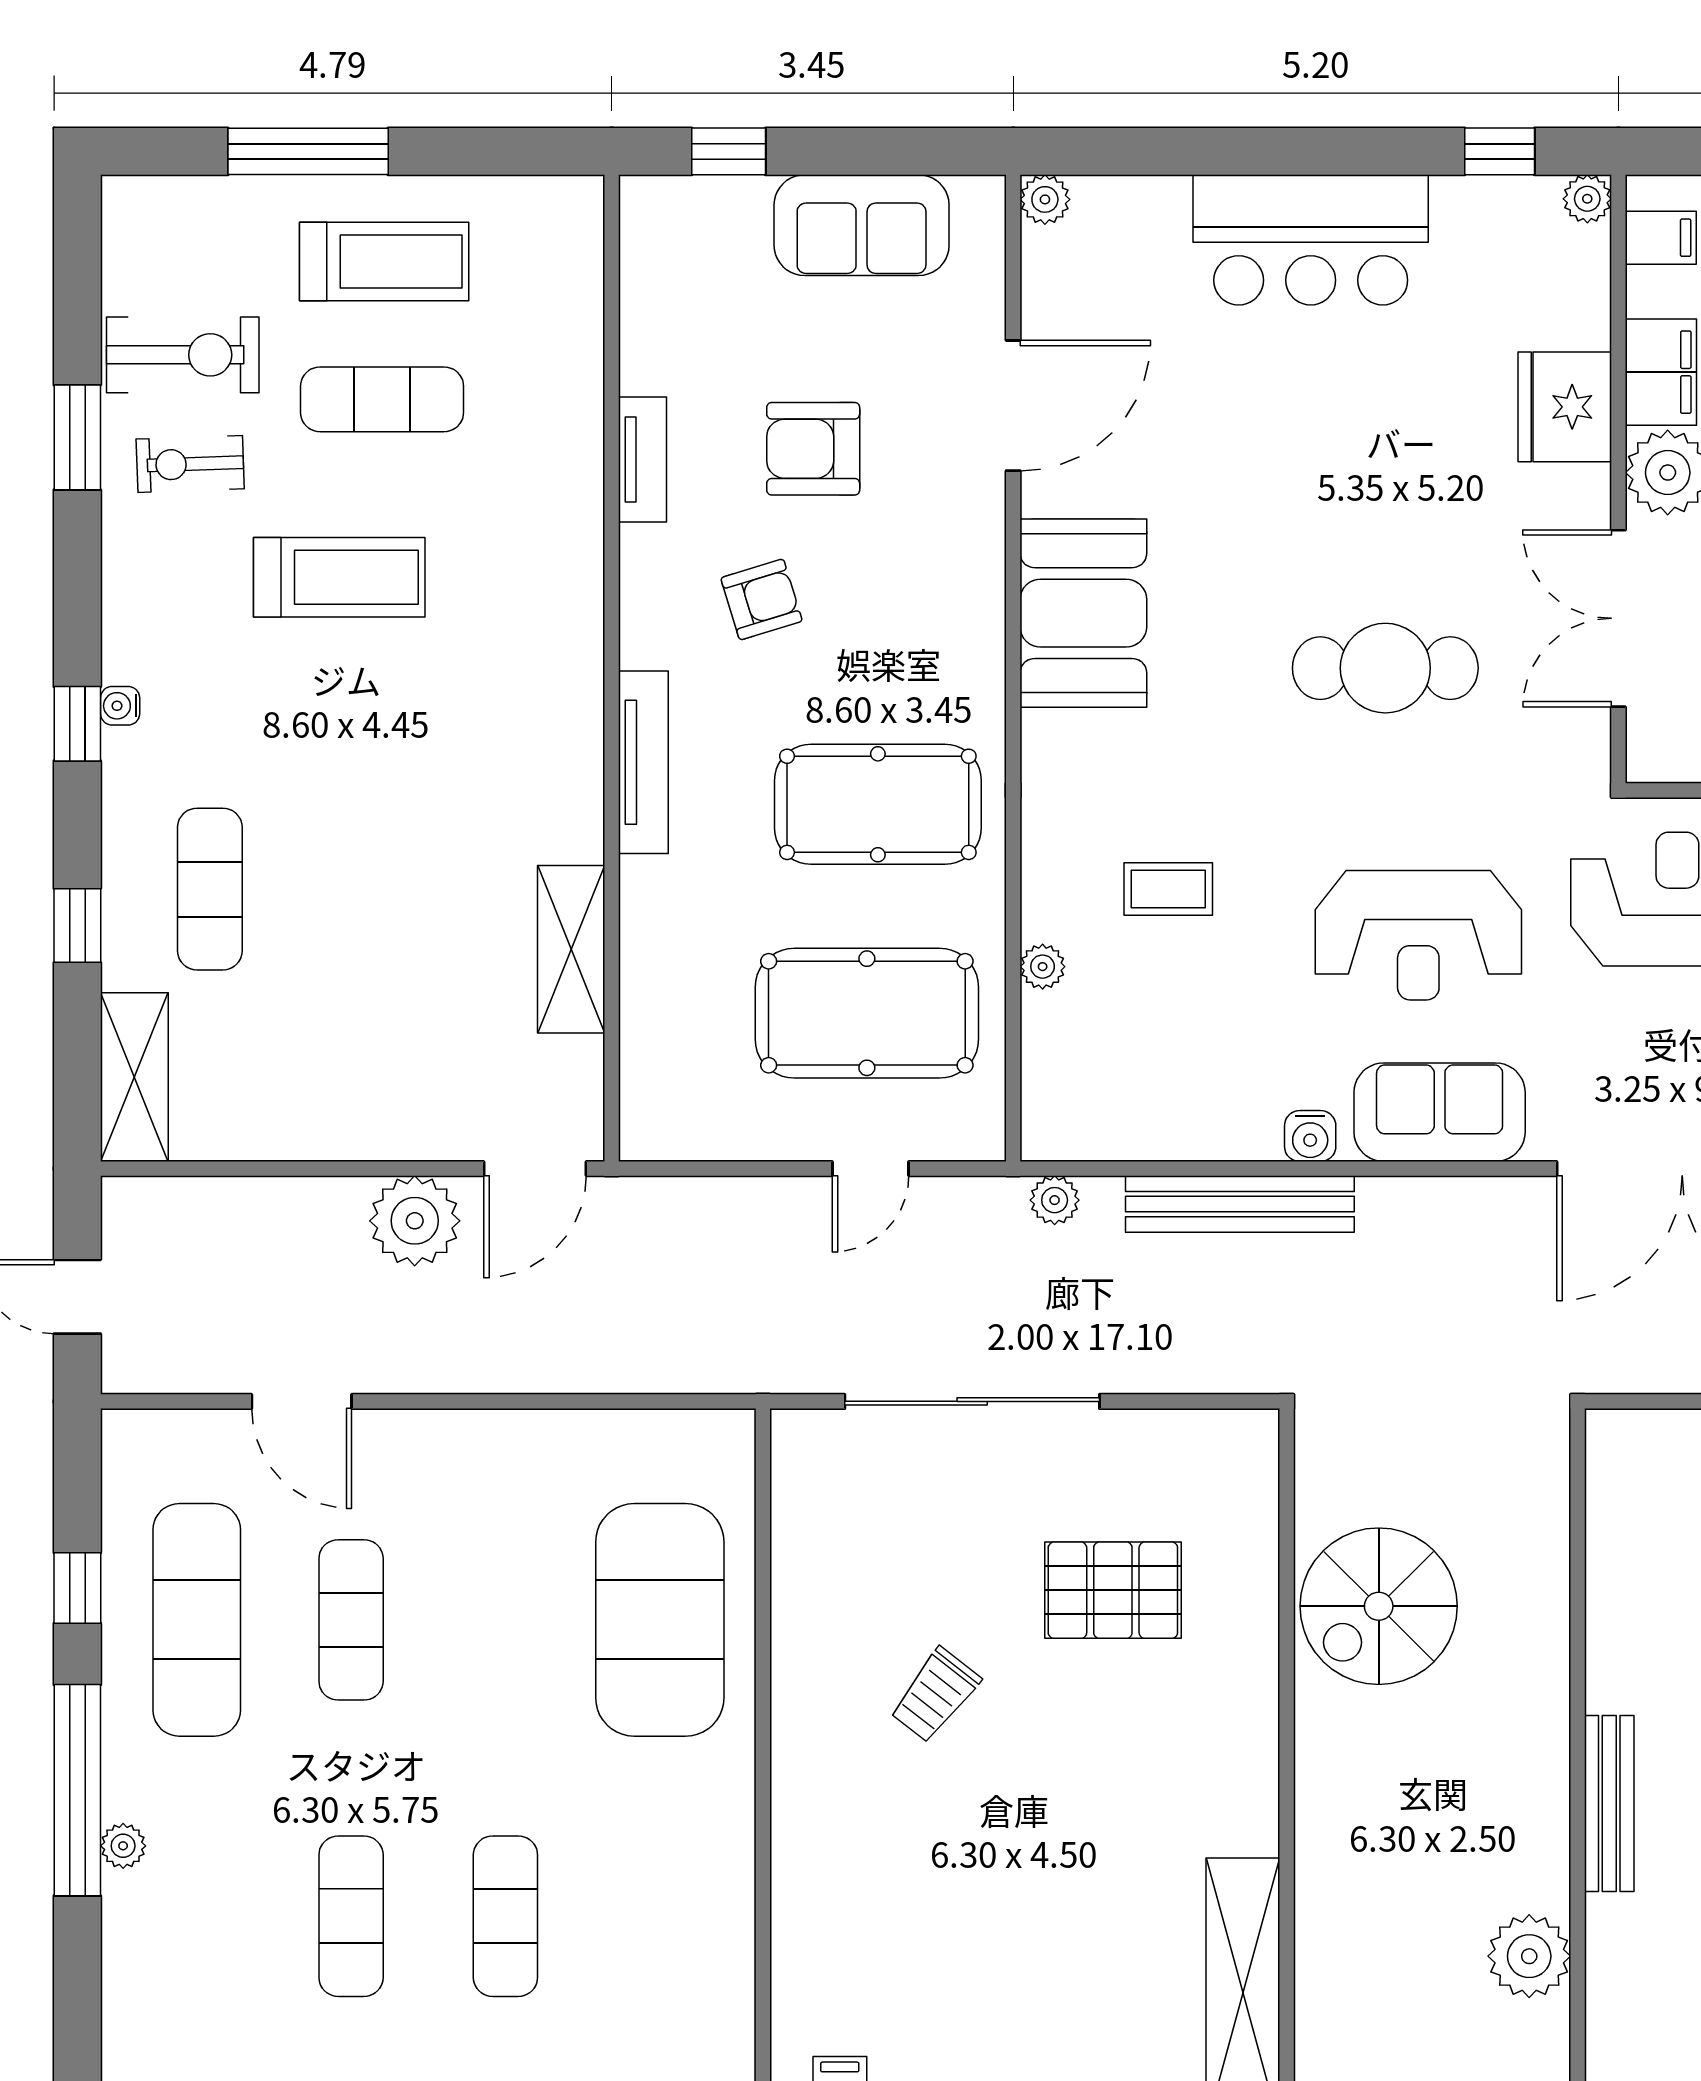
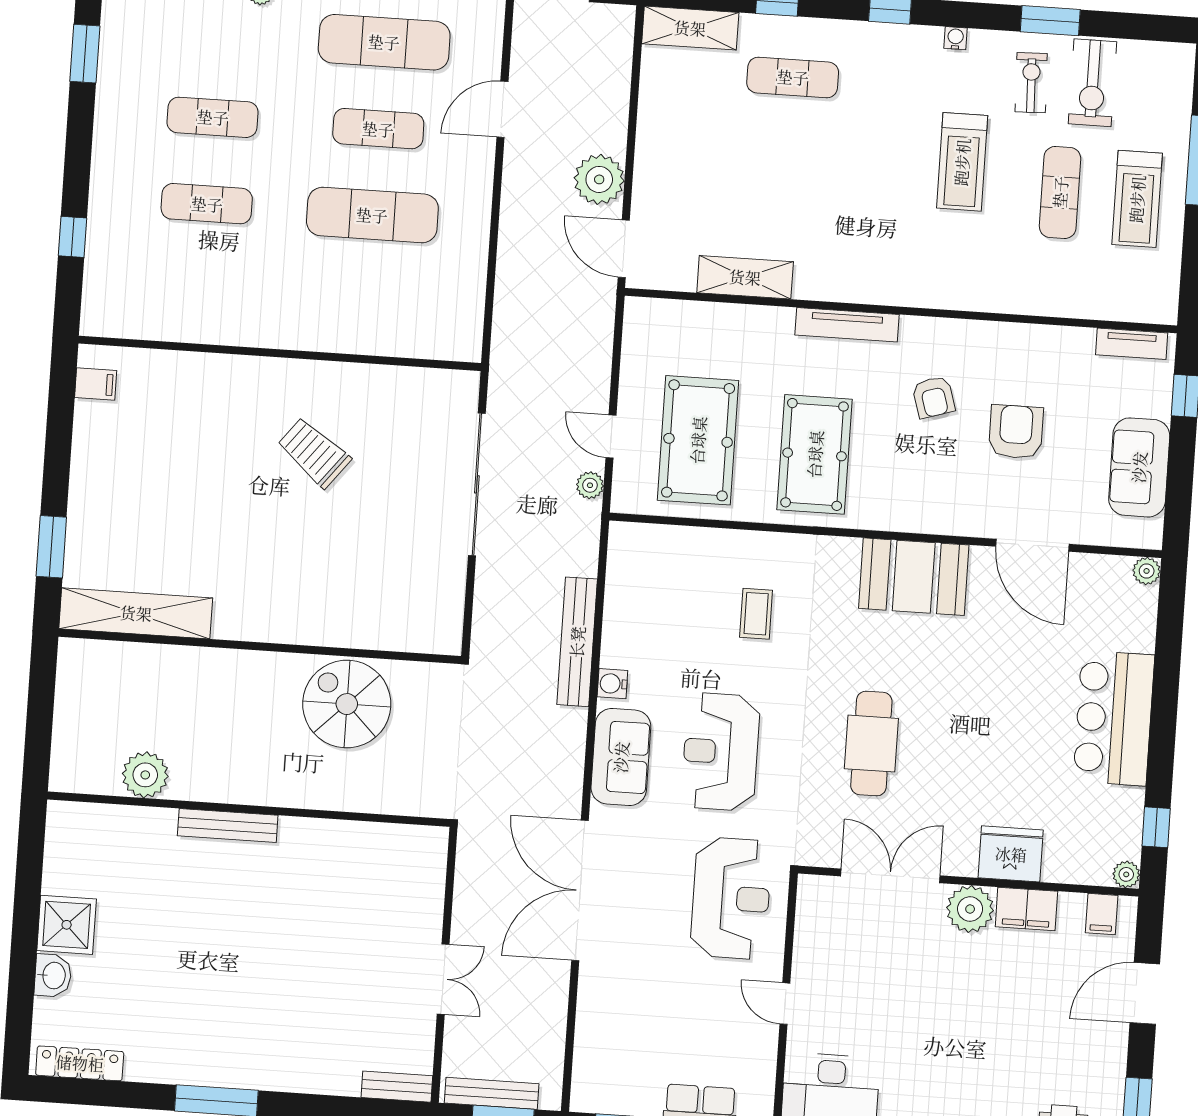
tv unit: (642, 460) -> (1132, 344), moved
water cooler: (120, 706) -> (956, 38), moved
plant: (1043, 967) -> (717, 540), removed
plant: (1055, 1200) -> (590, 485), moved
pallet: (1113, 1590) -> (366, 556), removed
exercise mat: (660, 1620) -> (372, 215), moved, width x0.68
trolley: (935, 1695) -> (314, 453), width x1.36, depth x1.39

